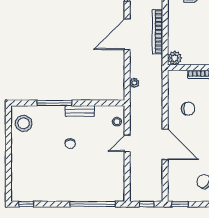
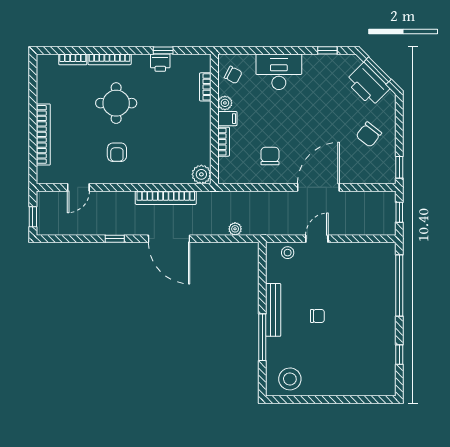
bench: (80, 111) -> (273, 310), width x1.36
door: (127, 143) -> (317, 239), swing flipped
window: (26, 204) -> (399, 355), moved

